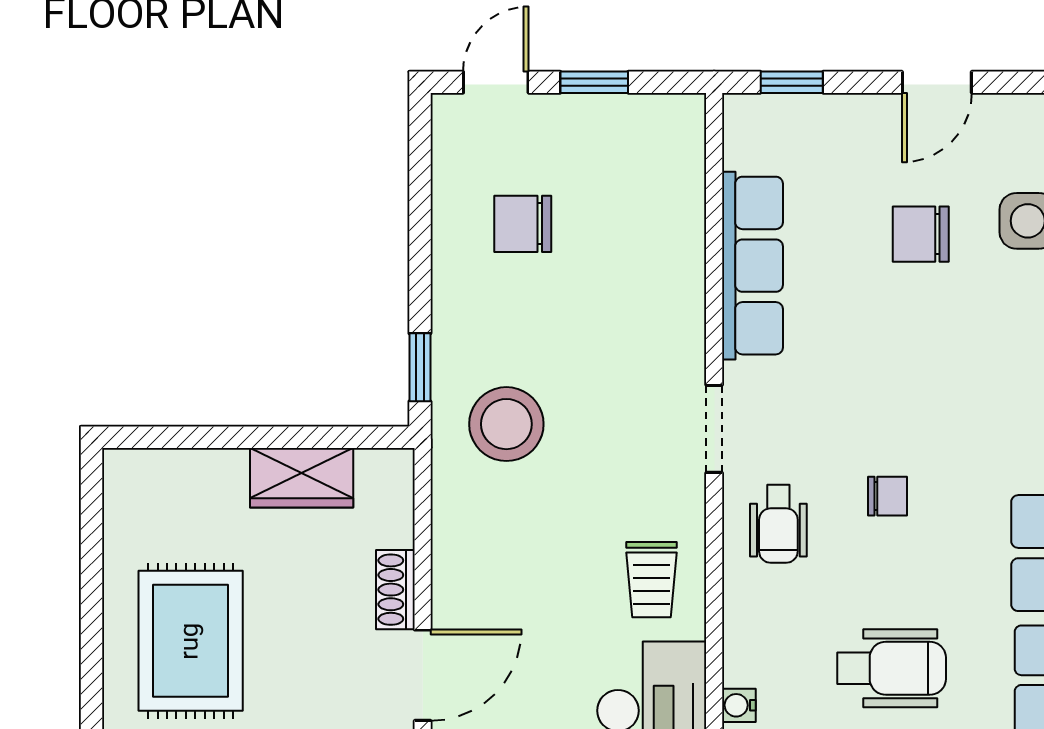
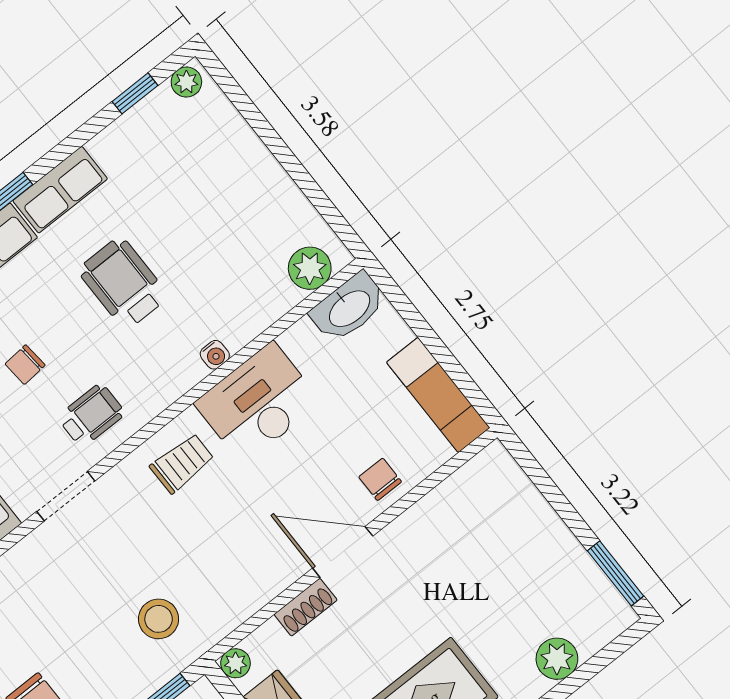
stool: (506, 424) -> (159, 619), width x0.73, depth x0.73
plant: (395, 468) -> (236, 663), added
chair: (888, 496) -> (25, 365), turned -95

